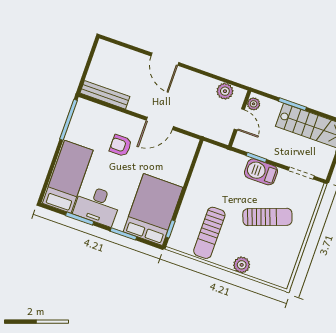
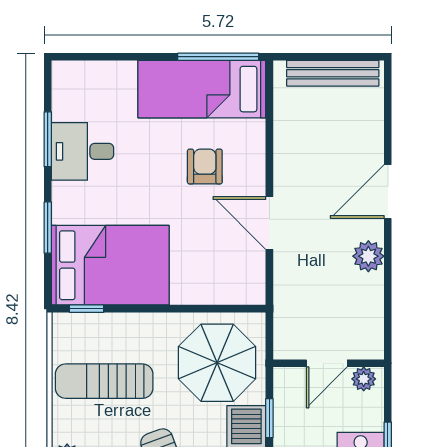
plant: (225, 91) -> (368, 256), moved
bench: (105, 95) -> (333, 73), moved, turned 90
parasol: (220, 174) -> (217, 363), added
bed: (68, 177) -> (202, 89), moved, turned 180
desk: (97, 205) -> (82, 151), width x0.73

